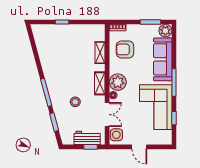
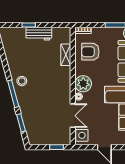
shelving: (100, 83) -> (66, 85), removed
stool: (75, 102) -> (22, 81), moved
workbench: (87, 138) -> (39, 34), moved, turned 180

